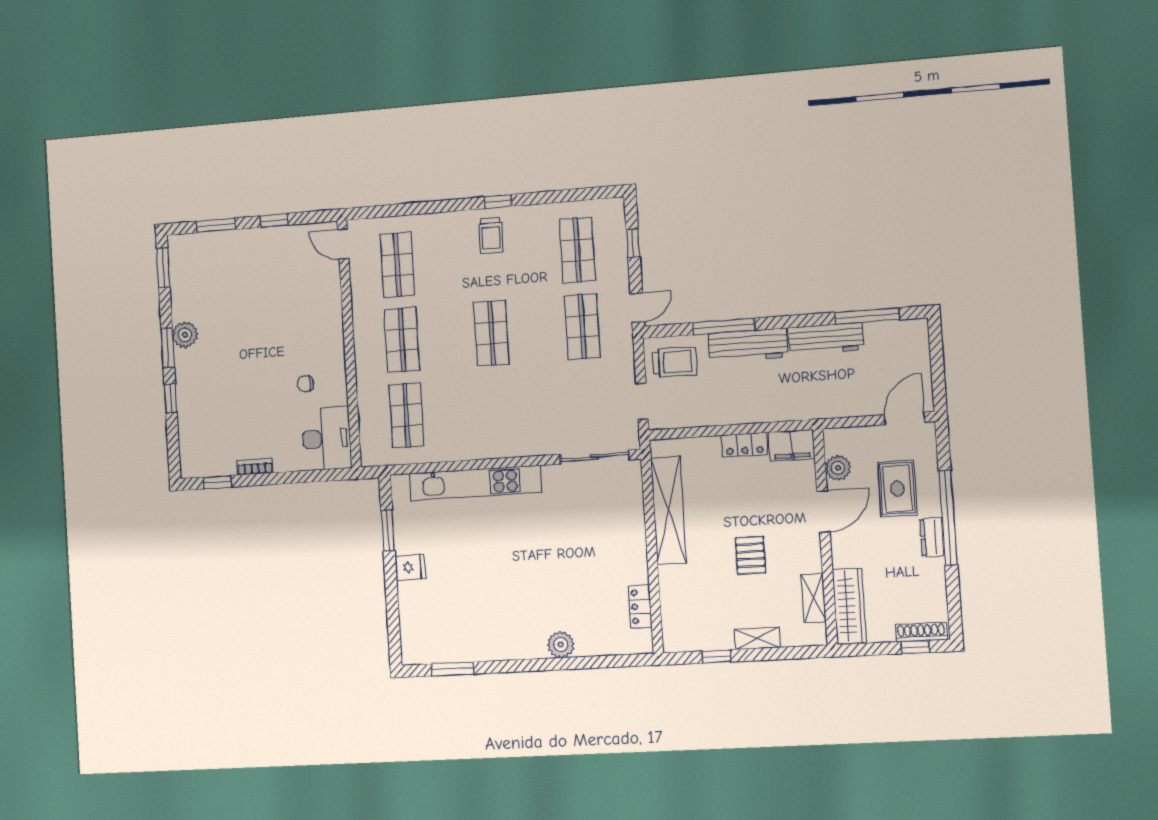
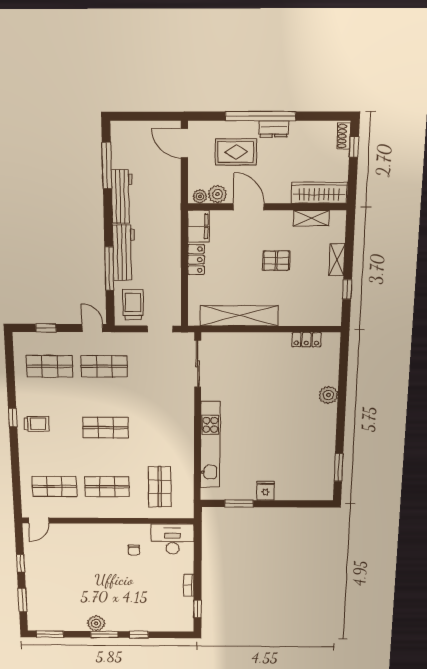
shop shelf: (406, 415) -> (160, 487), turned 90
plant: (833, 444) -> (200, 196), added
shoe rack: (921, 632) -> (344, 136), width x0.70

